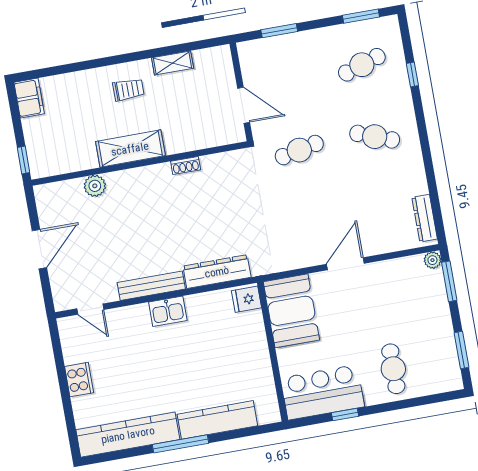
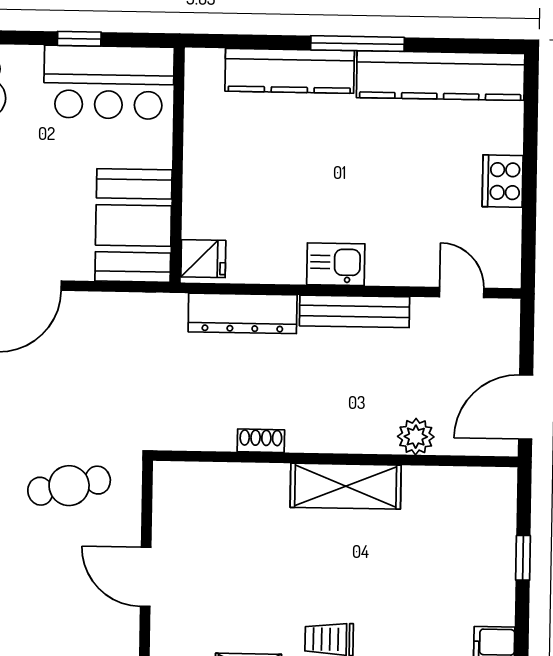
shelving: (130, 149) -> (346, 486), moved
wall: (140, 164) -> (335, 459), moved
shoe rack: (186, 166) -> (261, 441), moved
plant: (95, 186) -> (416, 437), moved

